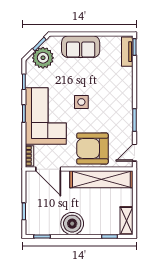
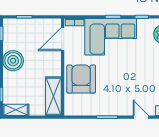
side table: (81, 102) -> (123, 69), removed
door: (135, 153) -> (141, 117), moved
shelving: (101, 179) -> (53, 96), width x0.68

